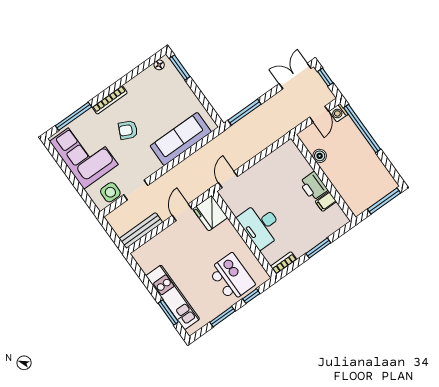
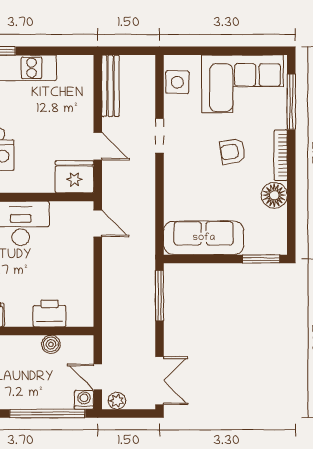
floor lamp: (159, 65) -> (274, 195), moved, width x1.89, depth x1.89
window: (325, 77) -> (134, 413), removed
plant: (325, 93) -> (117, 401), added
armchair: (128, 130) -> (233, 151), turned -124
sofa: (181, 139) -> (204, 238), moved, turned -90
printer: (313, 186) -> (49, 313), moved
doorway: (136, 190) -> (159, 136), moved

